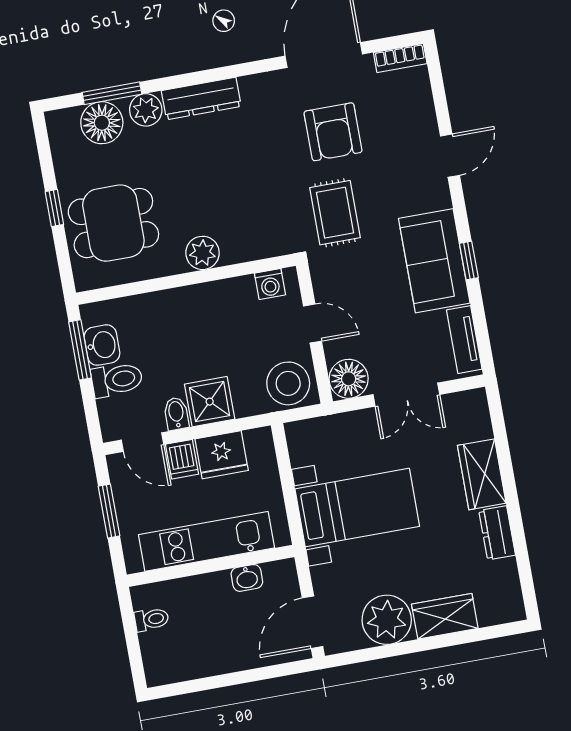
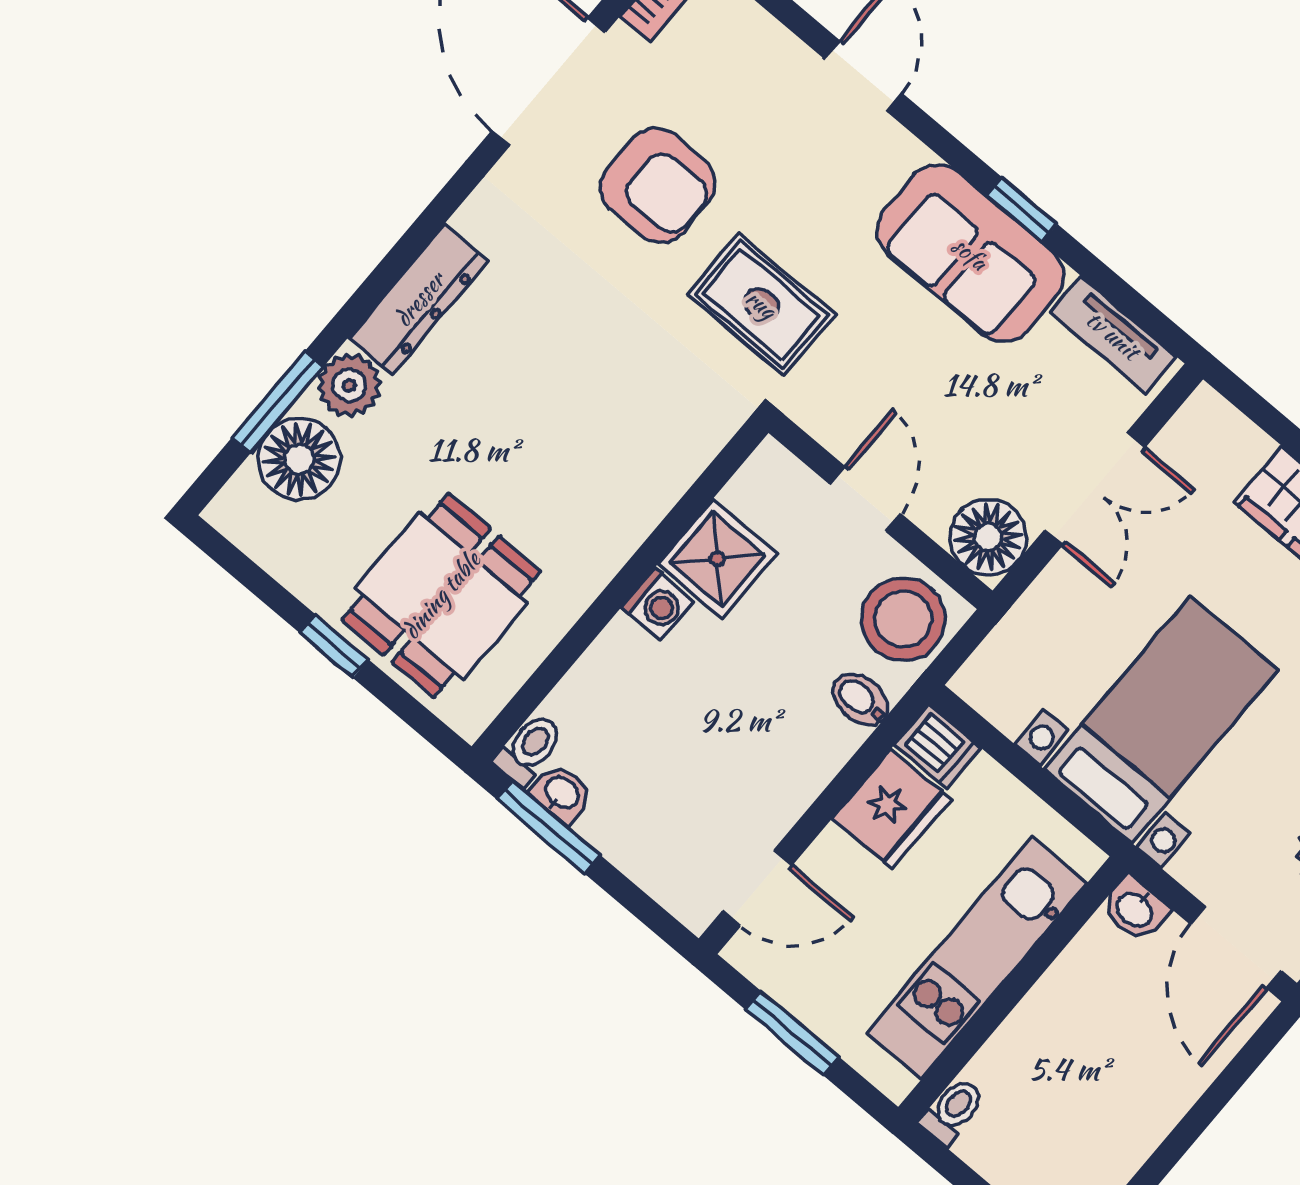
plant: (203, 253) -> (612, 530), removed
washing machine: (270, 284) -> (658, 604), moved
door: (313, 324) -> (865, 499), hinge flipped
washbasin: (102, 345) -> (561, 794), width x0.72, depth x0.69
toilet: (117, 380) -> (529, 749), moved, width x0.73, depth x0.72
shower: (210, 402) -> (717, 559), moved
bidet: (176, 414) -> (860, 699), moved
dishwasher: (182, 459) -> (938, 746), moved
washbasin: (247, 578) -> (1135, 909), moved, turned 90
toilet: (152, 619) -> (953, 1111), moved

